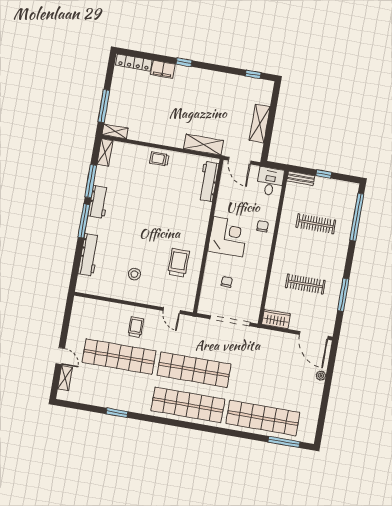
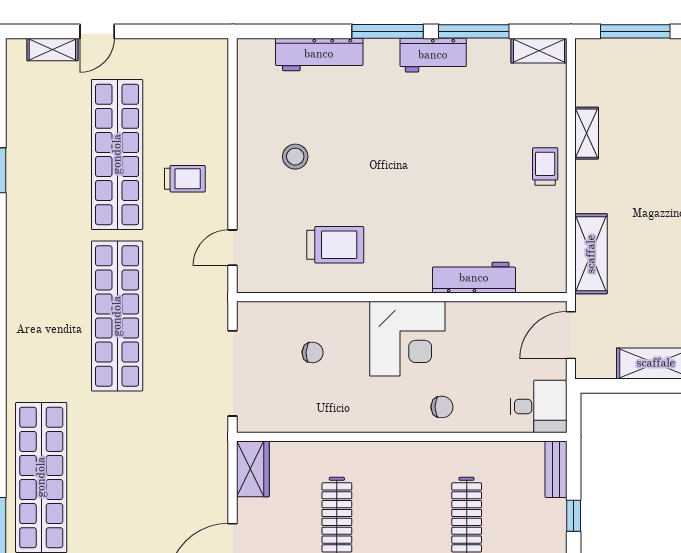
shelving: (115, 131) -> (587, 133), moved
workbench: (208, 182) -> (474, 278), moved
shop shelf: (188, 405) -> (41, 316), removed

